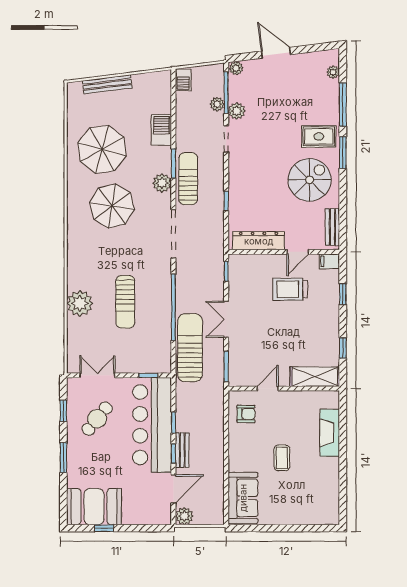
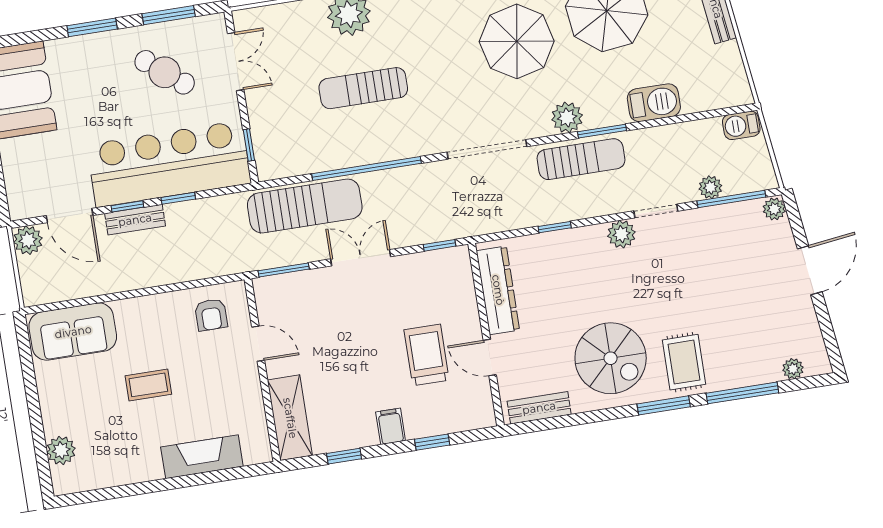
plant: (237, 111) -> (621, 234), moved
filing cabinet: (329, 261) -> (391, 426), moved
window: (63, 411) -> (169, 15), width x1.50
plant: (313, 516) -> (61, 450), added

